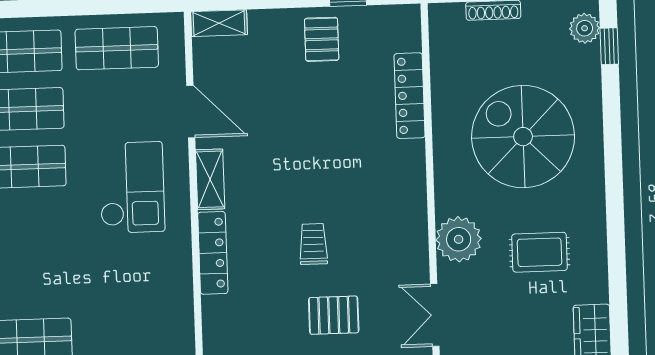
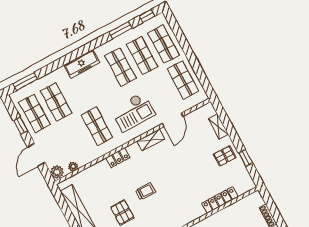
shelving: (219, 23) -> (218, 126), moved
locker: (213, 253) -> (118, 158), width x0.66
shop shelf: (125, 279) -> (97, 126), added

